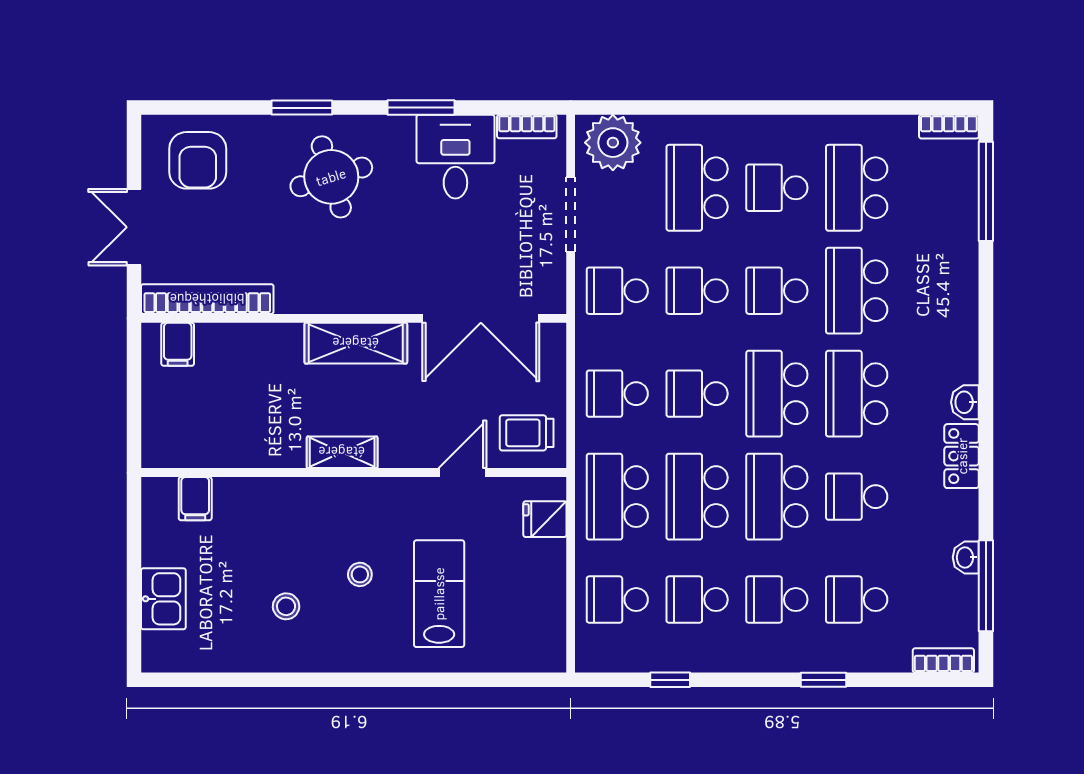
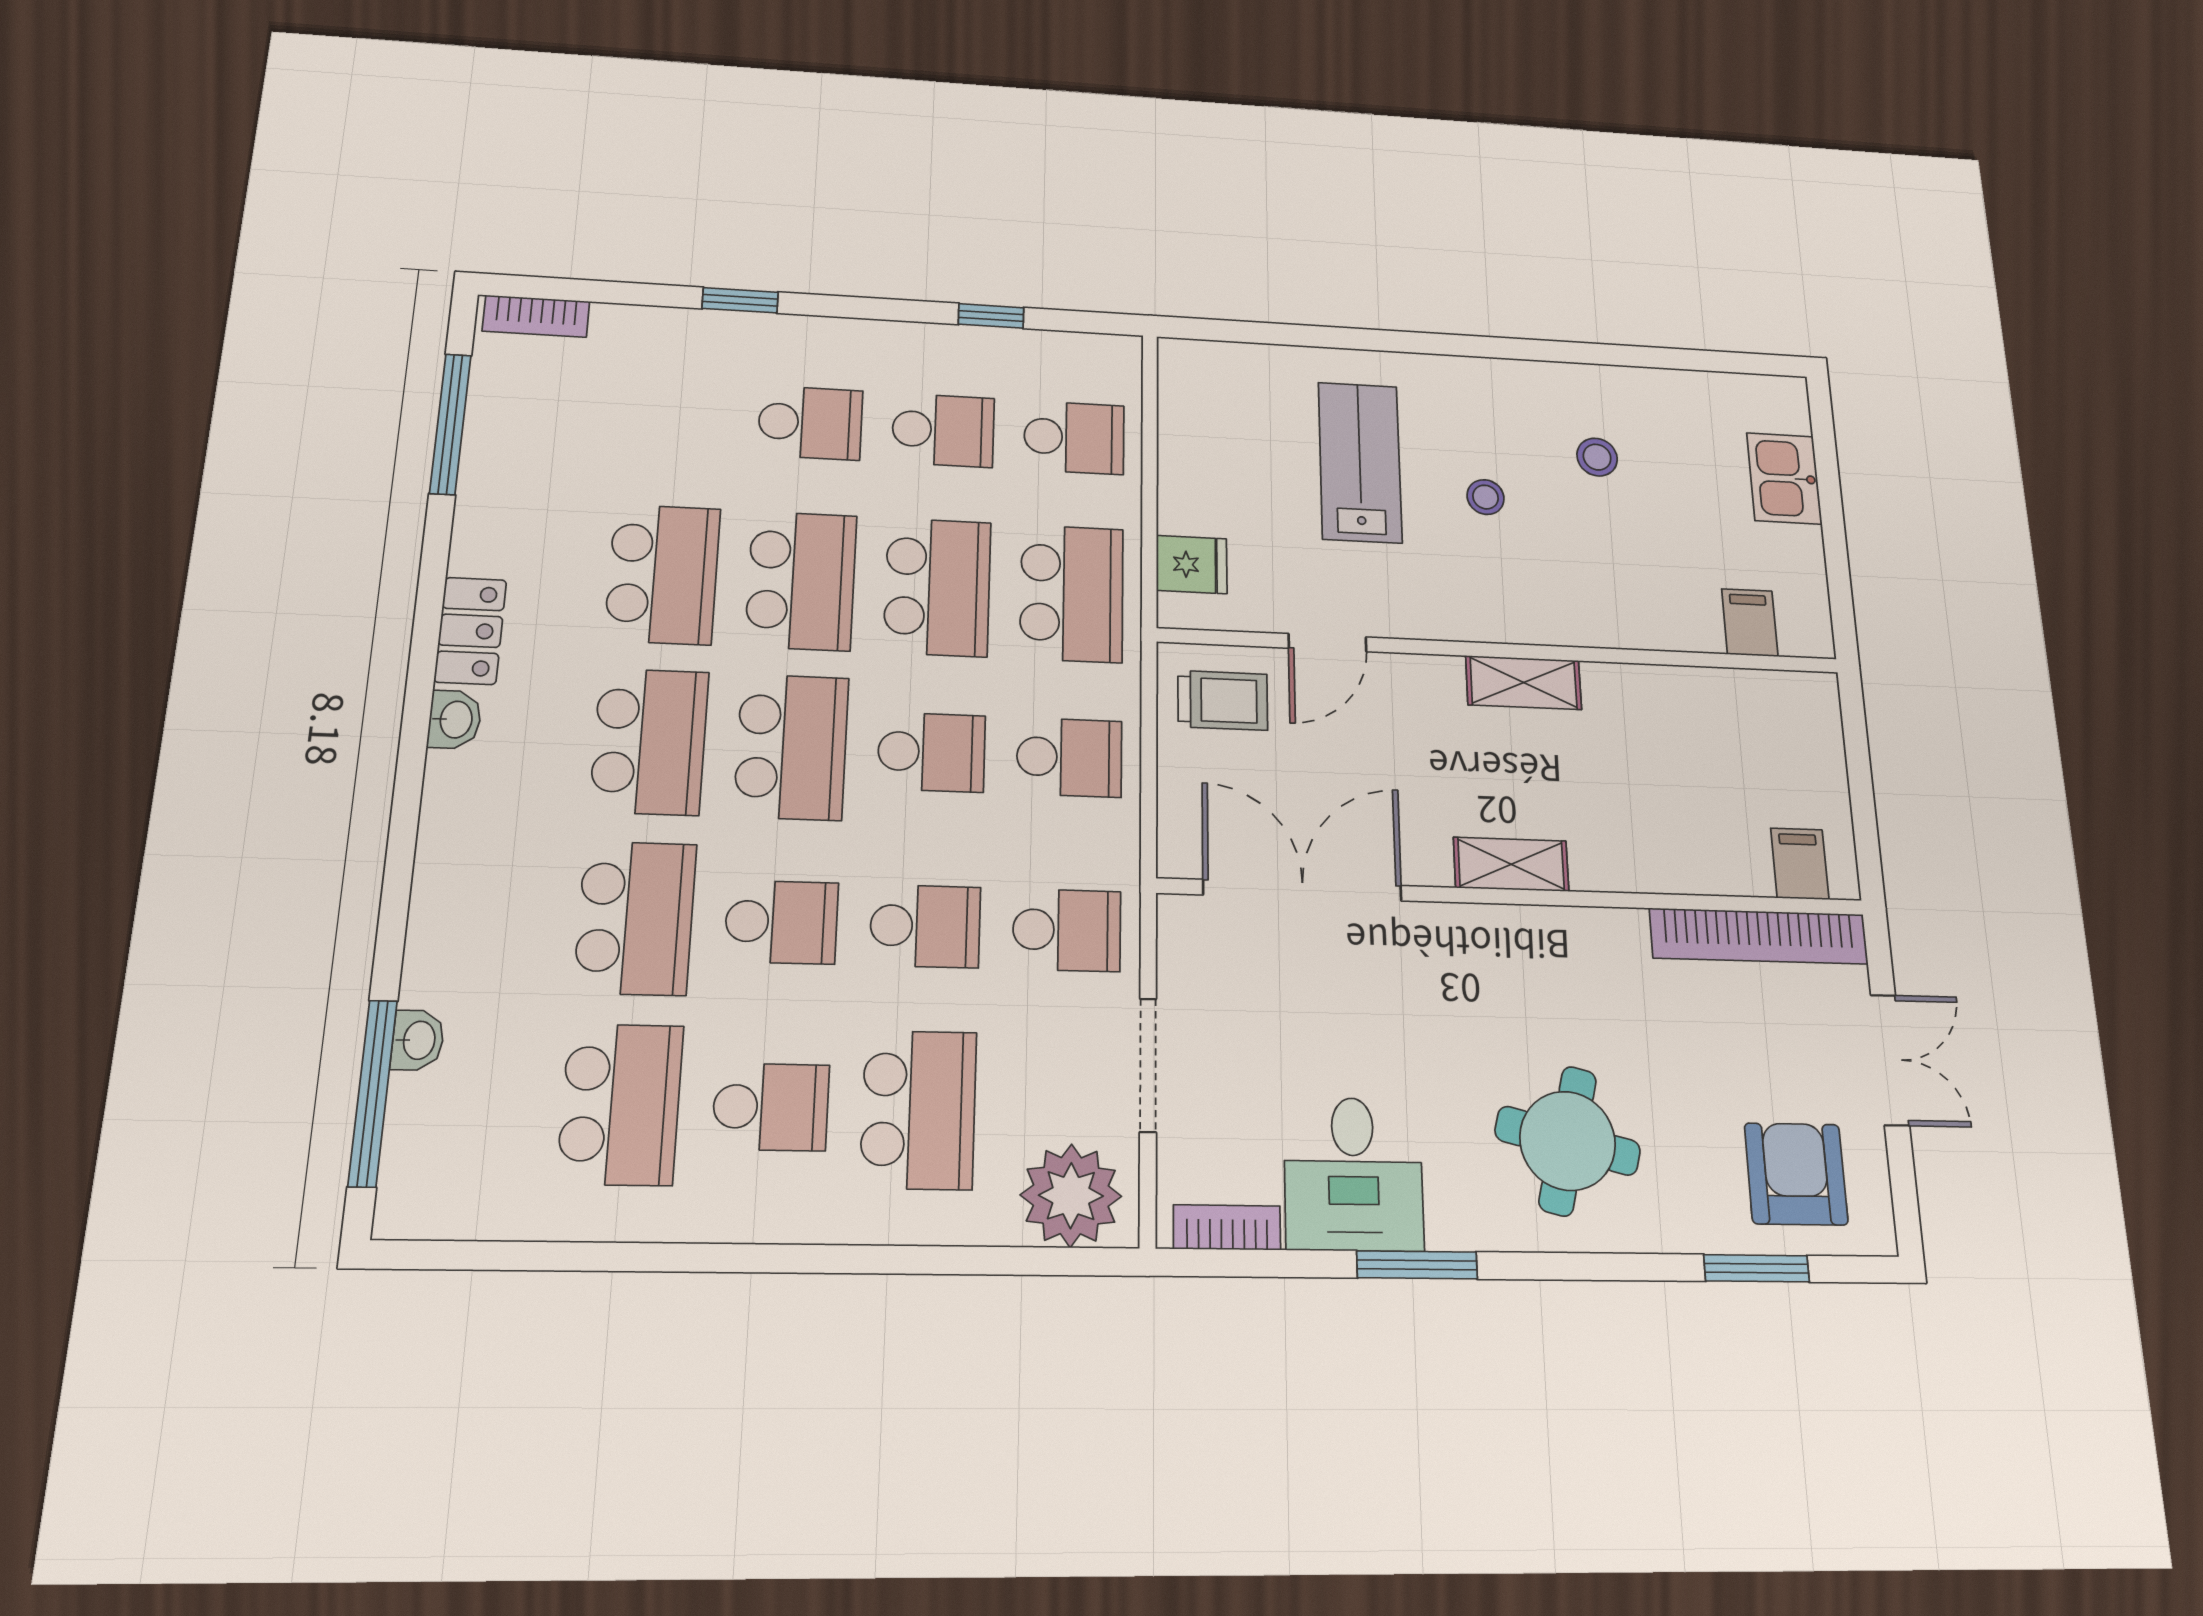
window: (302, 108) -> (1757, 1268), moved
bookcase: (949, 127) -> (431, 1218), removed
round table: (331, 177) -> (1568, 1141), turned 31
shelving: (356, 343) -> (1511, 864), width x0.67, depth x0.75
school desk: (857, 497) -> (663, 574), width x1.85
washbasin: (966, 557) -> (418, 1040), moved
lab bench: (439, 594) -> (1360, 462), turned 180
school desk: (857, 600) -> (675, 415), removed

